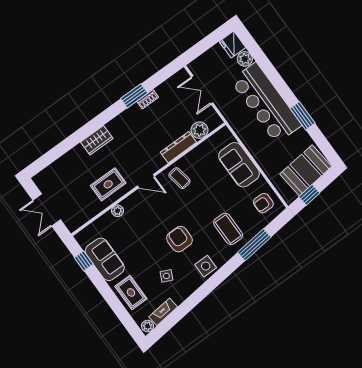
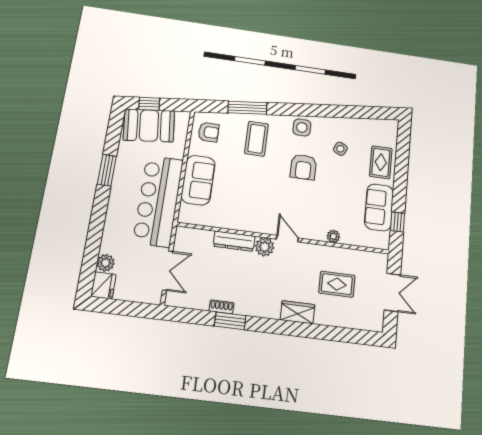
bar counter: (266, 103) -> (158, 201), moved, turned 180
plant: (199, 130) -> (265, 247), moved
coffee table: (179, 178) -> (257, 215), removed
rug: (108, 184) -> (337, 284), moved
window: (309, 195) -> (149, 104), moved
fireplace: (163, 312) -> (368, 124), removed
plant: (148, 326) -> (390, 125), removed

